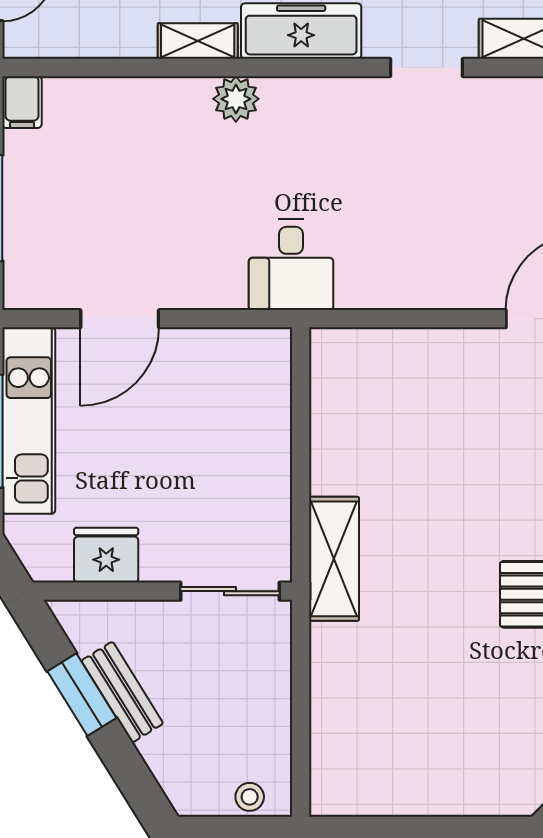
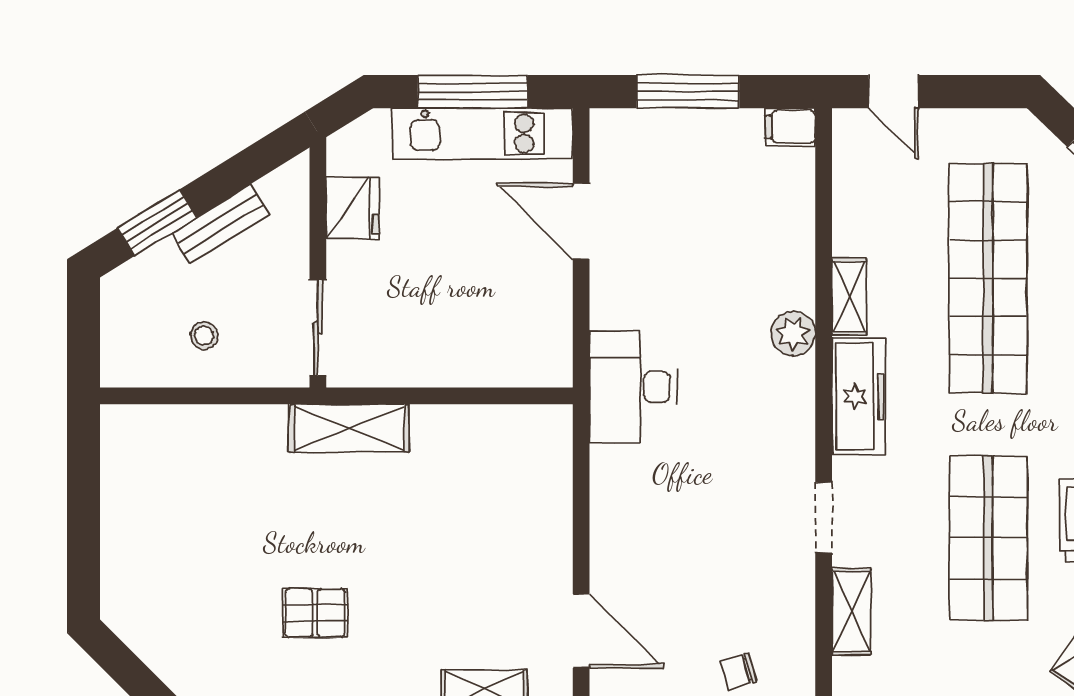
desk: (291, 265) -> (633, 387), width x1.37
window: (82, 695) -> (157, 223), moved
stool: (250, 797) -> (204, 336), moved

